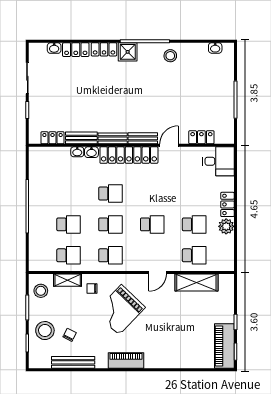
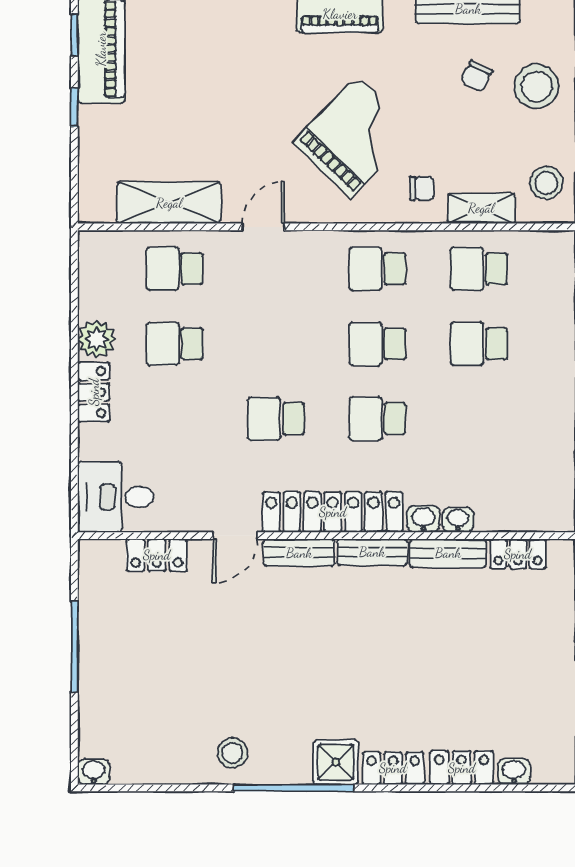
washbasin: (215, 48) -> (94, 772), moved
school desk: (152, 224) -> (276, 419), moved

